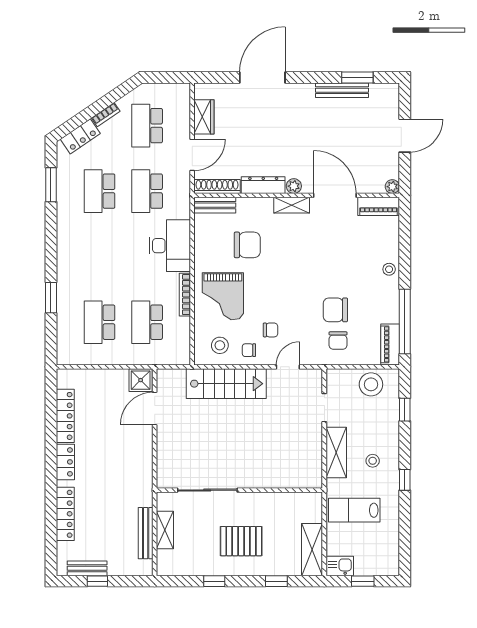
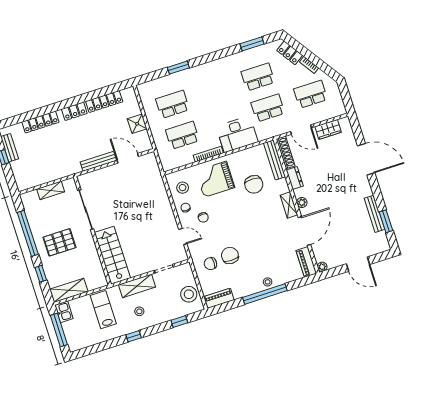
dresser: (263, 185) -> (295, 178), width x0.70
bench: (215, 205) -> (275, 160), width x1.36
window: (405, 322) -> (265, 294), moved
shower: (141, 380) -> (137, 124), moved
stairs: (226, 384) -> (112, 255), moved, turned 180
bench: (146, 533) -> (98, 161), moved
pallet: (241, 541) -> (59, 242), turned 90
window: (214, 581) -> (28, 233), width x3.17
window: (363, 581) -> (59, 330), width x2.17

